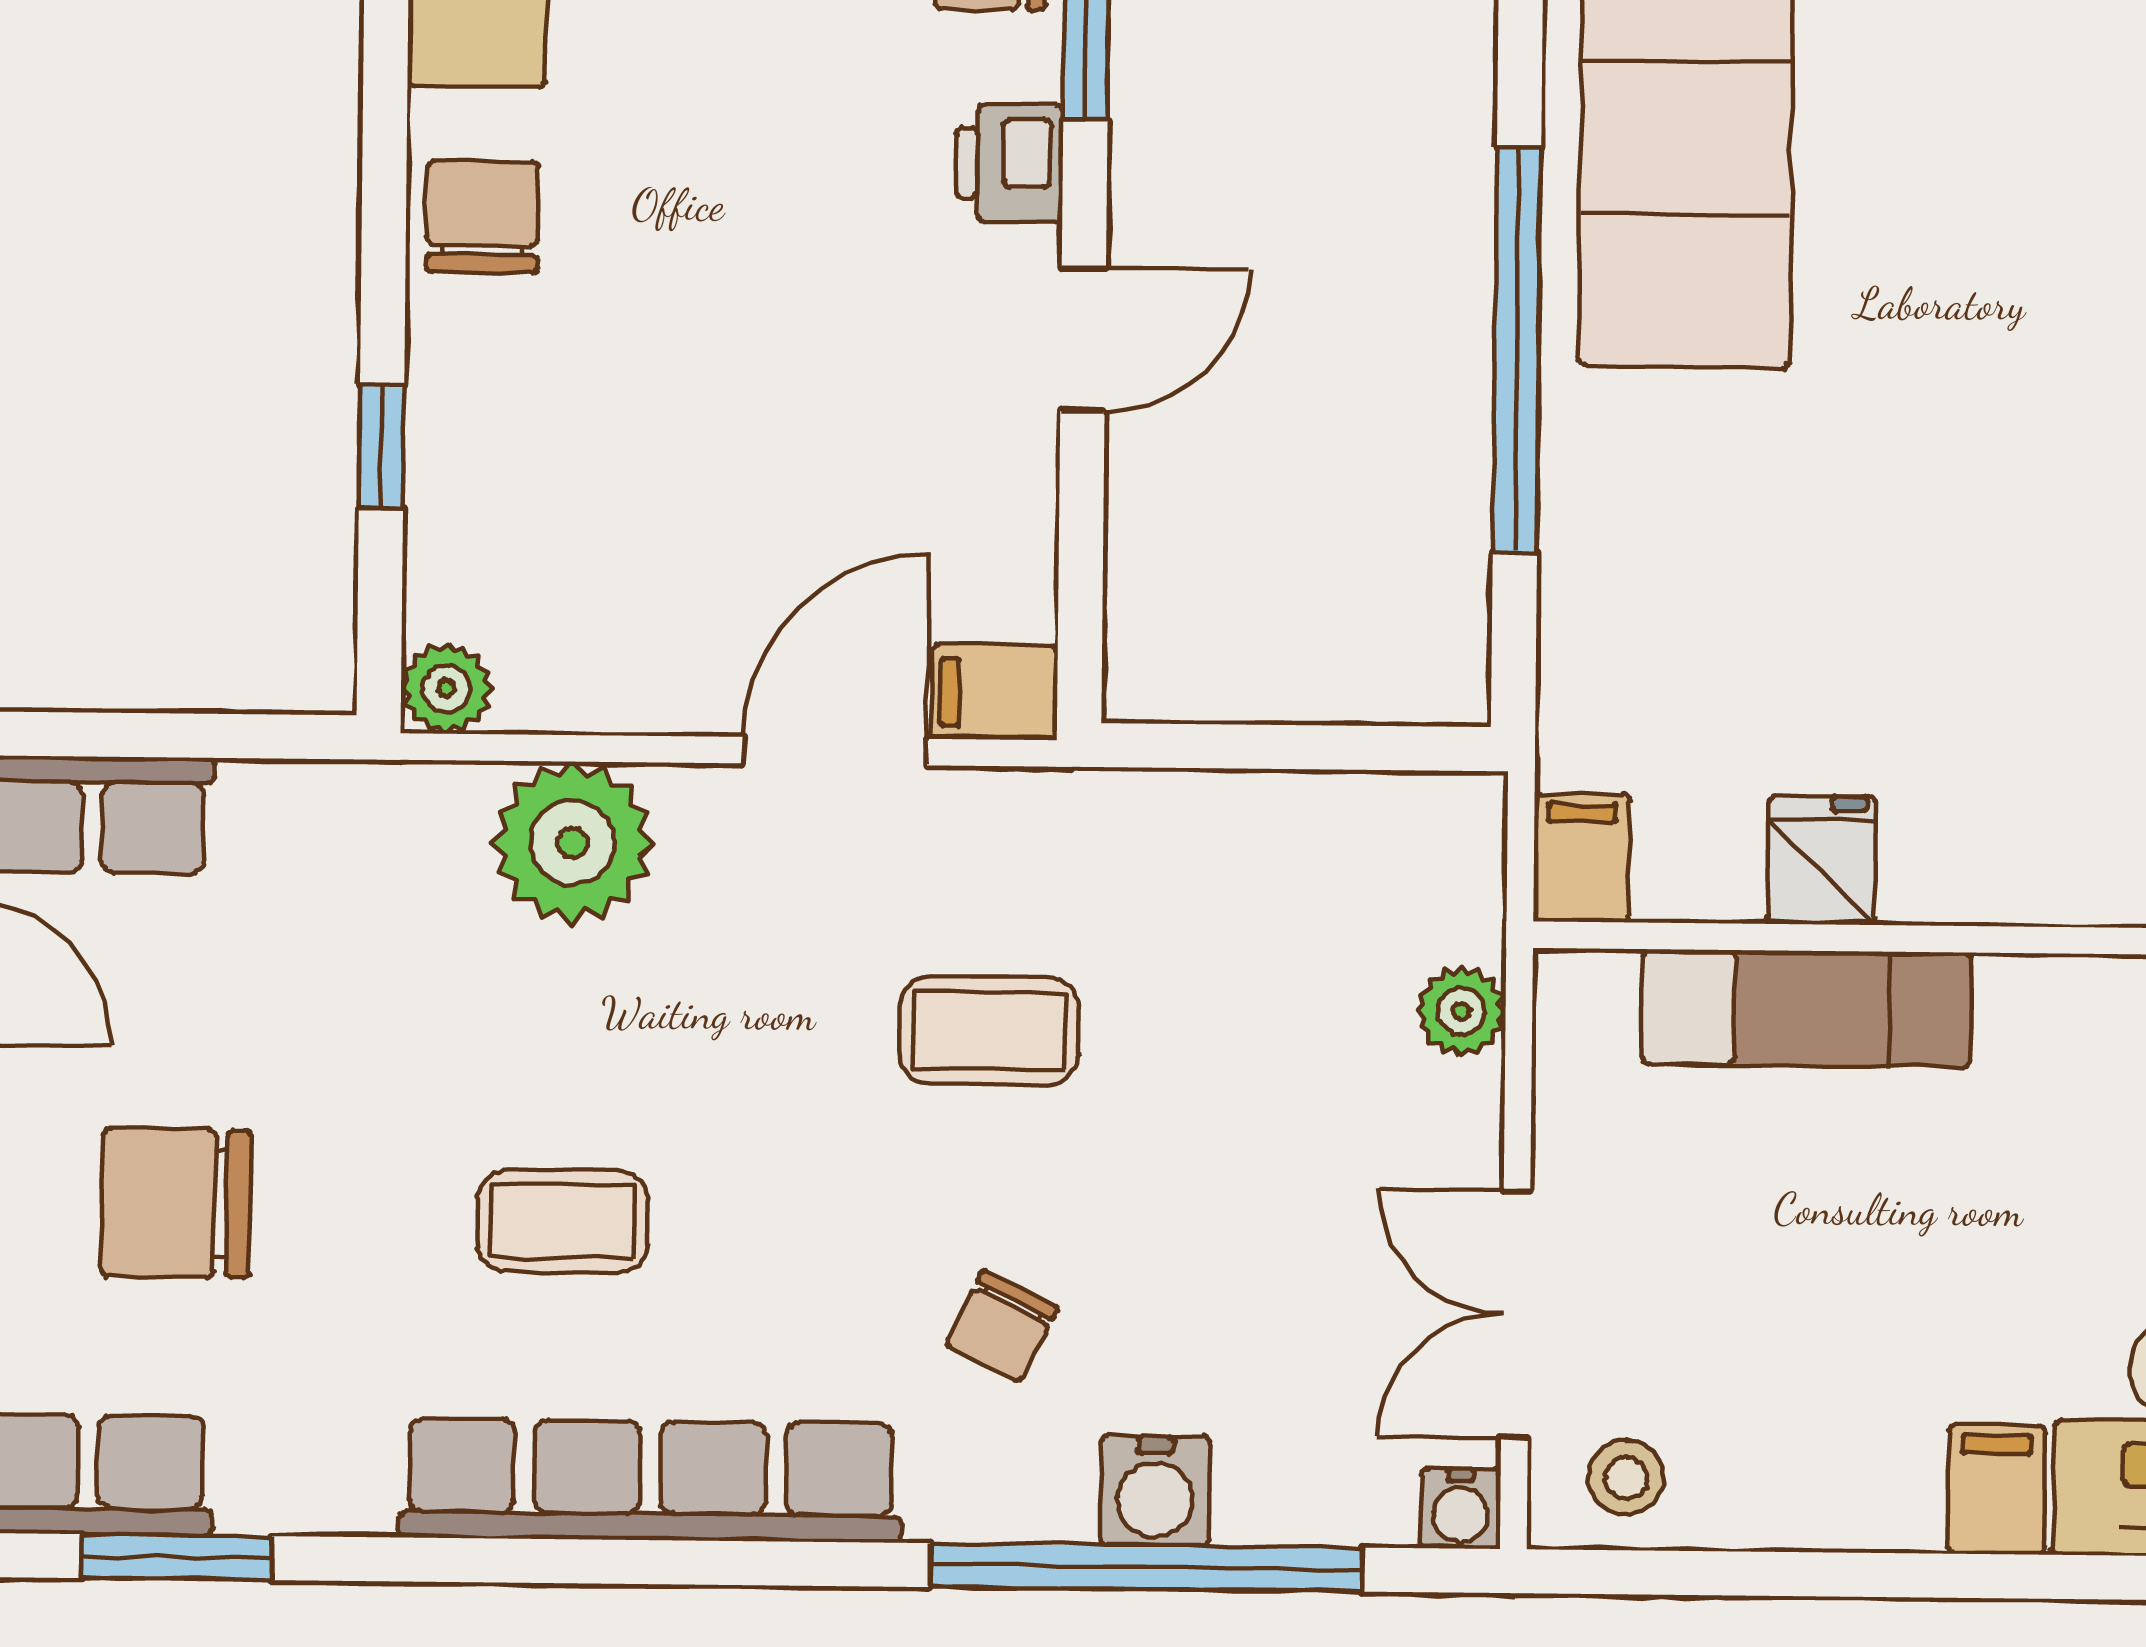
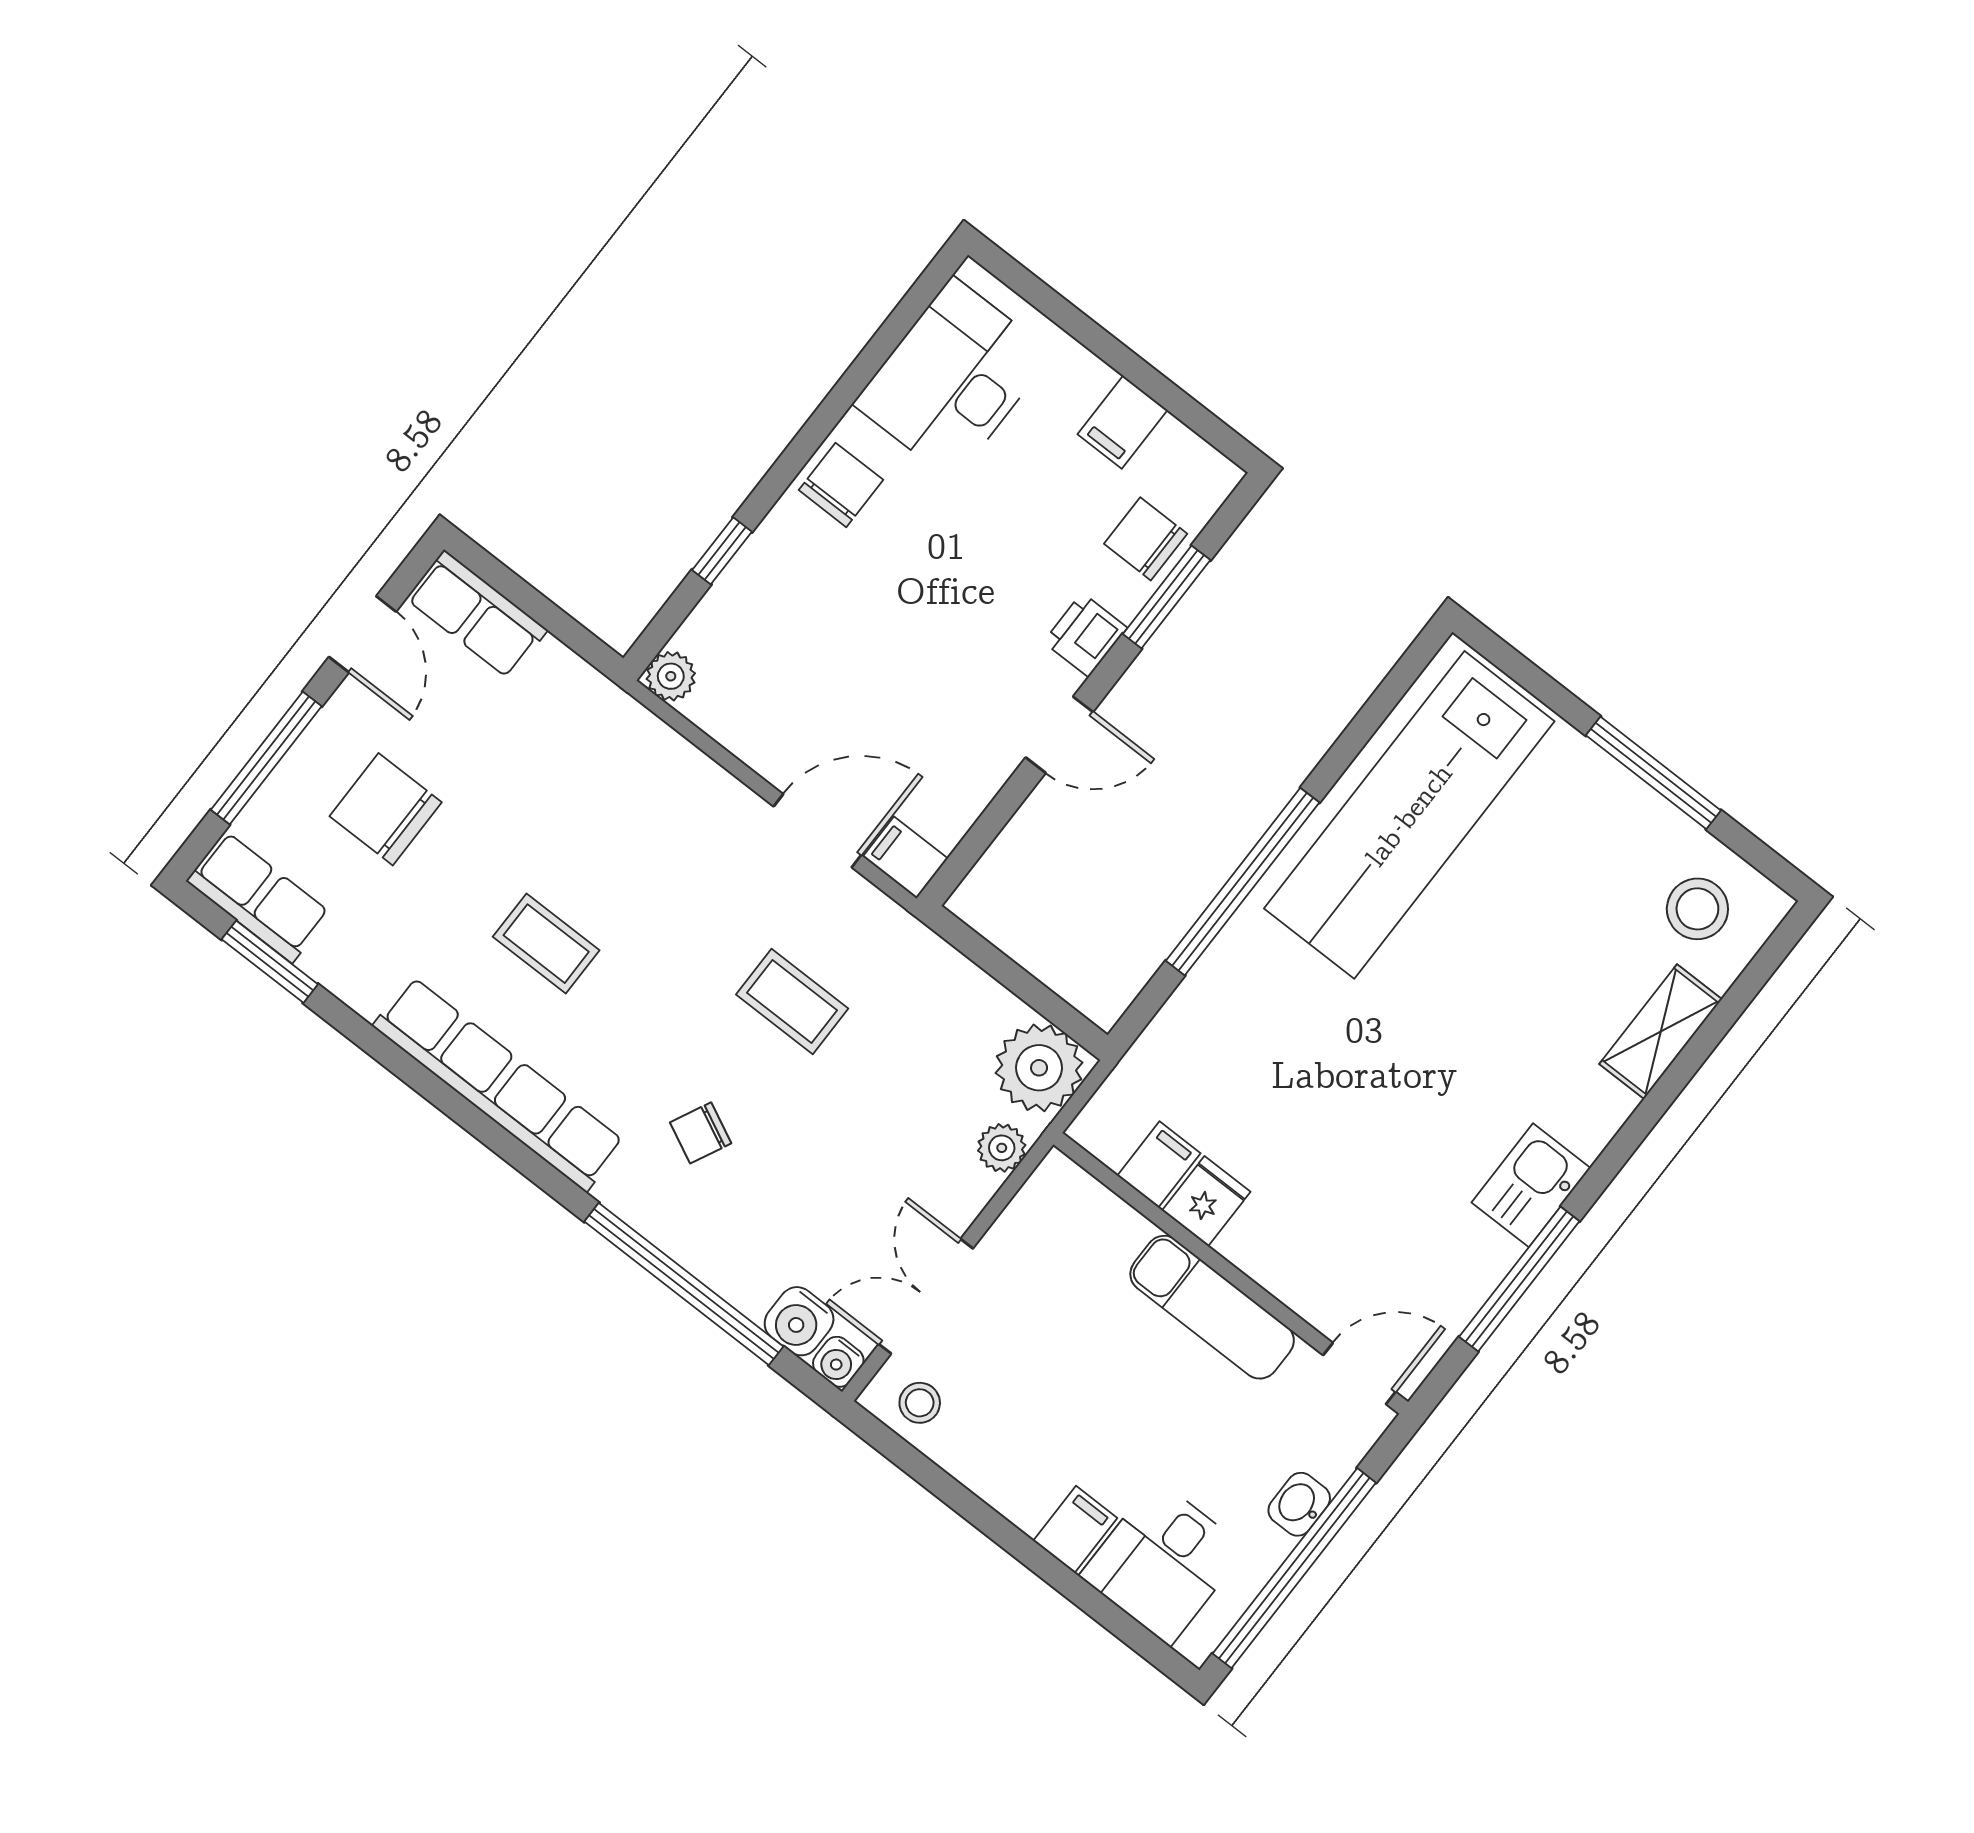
plant: (572, 843) -> (1039, 1068), moved
filing cabinet: (1582, 858) -> (1159, 1164), moved
exam couch: (1807, 1008) -> (1212, 1307), moved
water cooler: (1155, 1491) -> (799, 1321), moved

